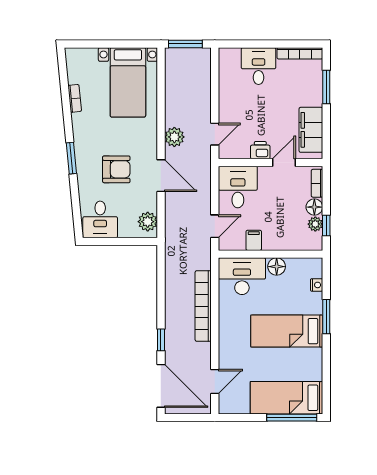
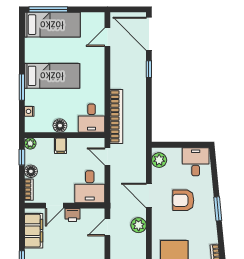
plant: (315, 224) -> (30, 143), moved
door: (215, 226) -> (107, 157), hinge flipped
filing cabinet: (254, 240) -> (61, 146), moved
desk: (242, 276) -> (92, 118), width x0.73
bookcase: (203, 306) -> (116, 116), moved

